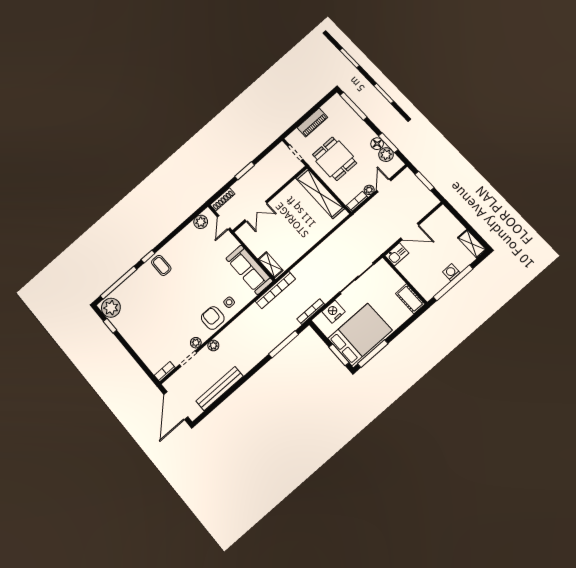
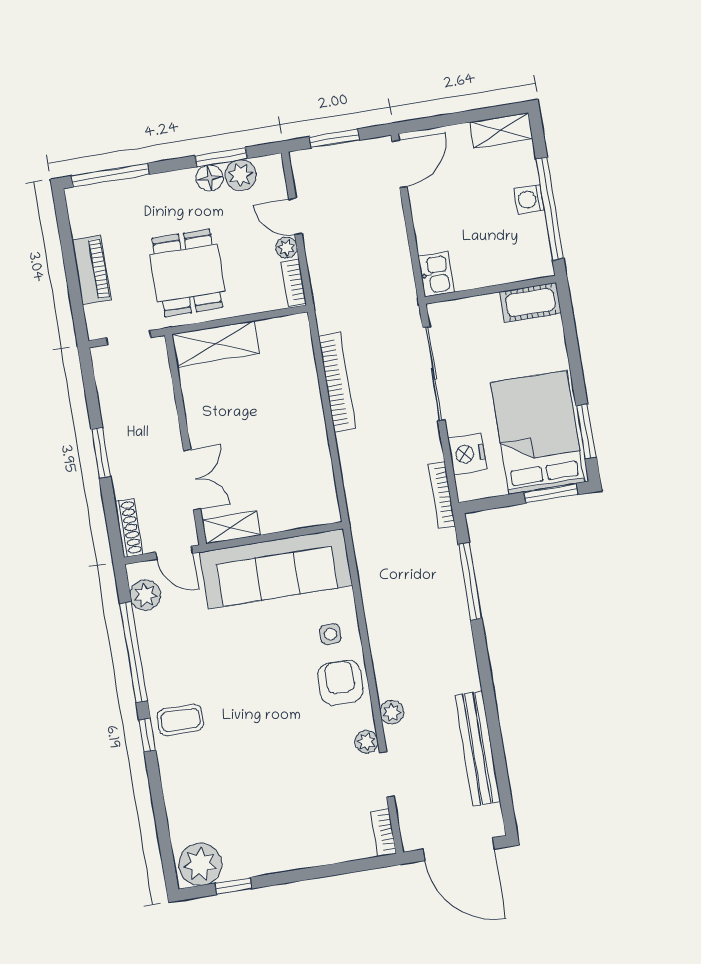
dining table: (335, 159) -> (187, 273), turned 90
shelving: (320, 193) -> (215, 344), width x0.68
door: (410, 232) -> (399, 164), moved
shelving: (270, 265) -> (231, 527), moved
sofa: (249, 270) -> (276, 569), width x1.36, depth x1.27
window: (119, 283) -> (134, 652), moved
bookcase: (275, 290) -> (337, 382), moved
armchair: (213, 318) -> (340, 683), turned 90
window: (373, 354) -> (586, 431), width x0.69

